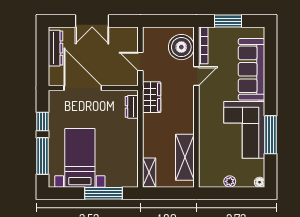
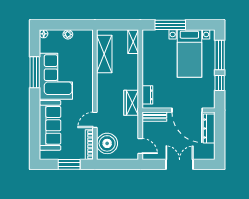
dresser: (56, 48) -> (209, 129), moved
door: (140, 62) -> (140, 146), moved
bench: (123, 80) -> (154, 117), added

